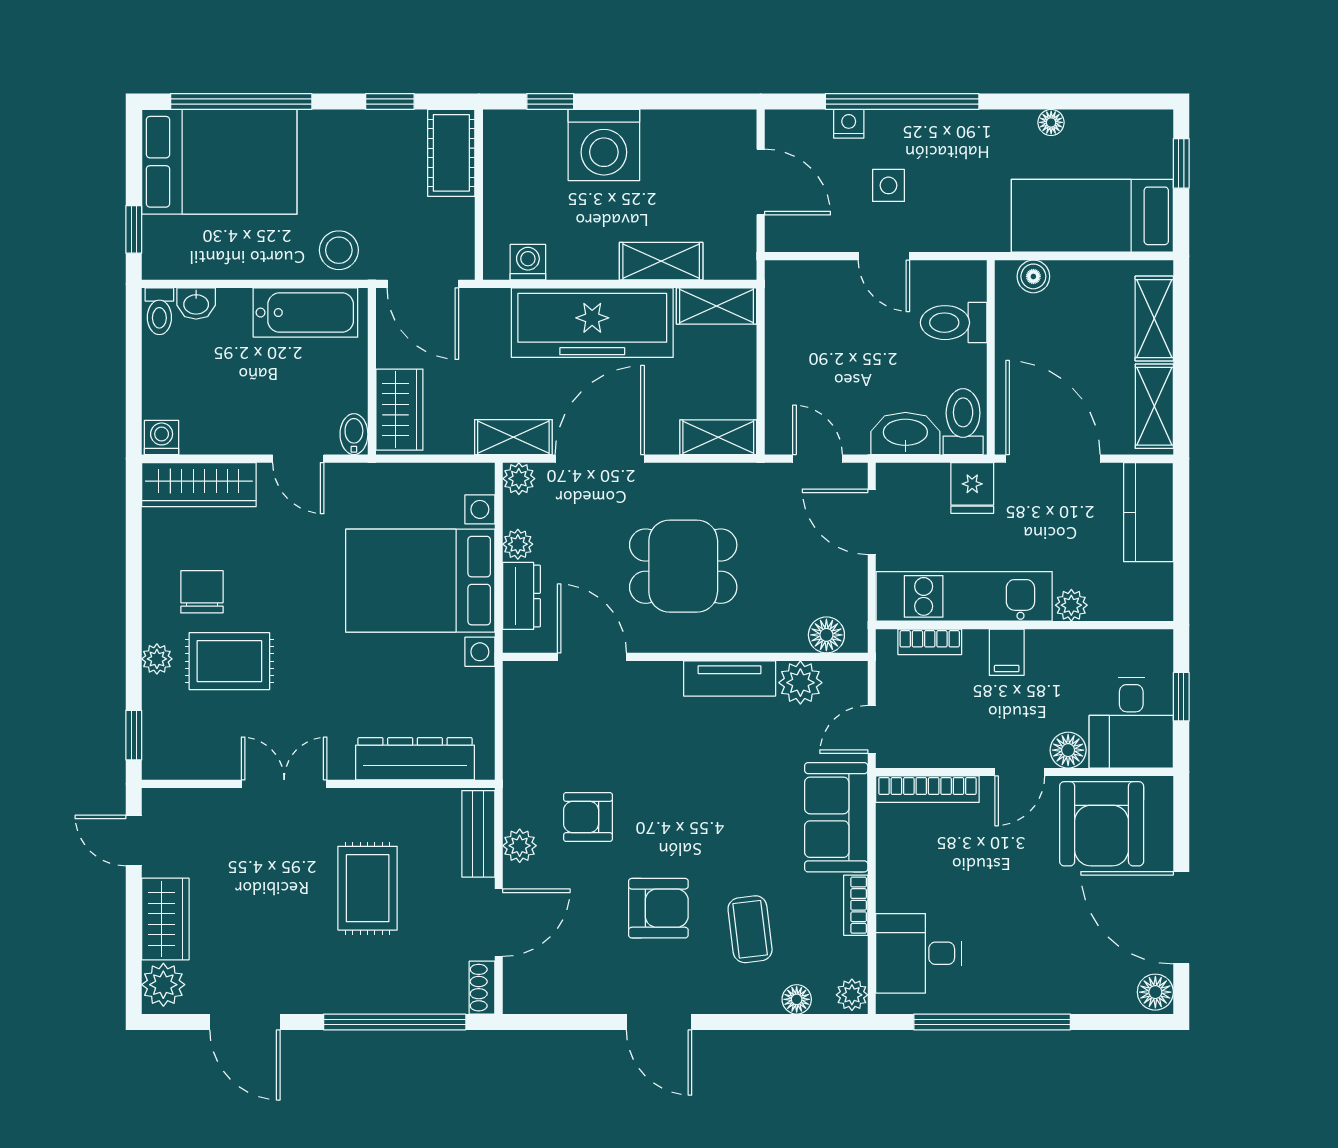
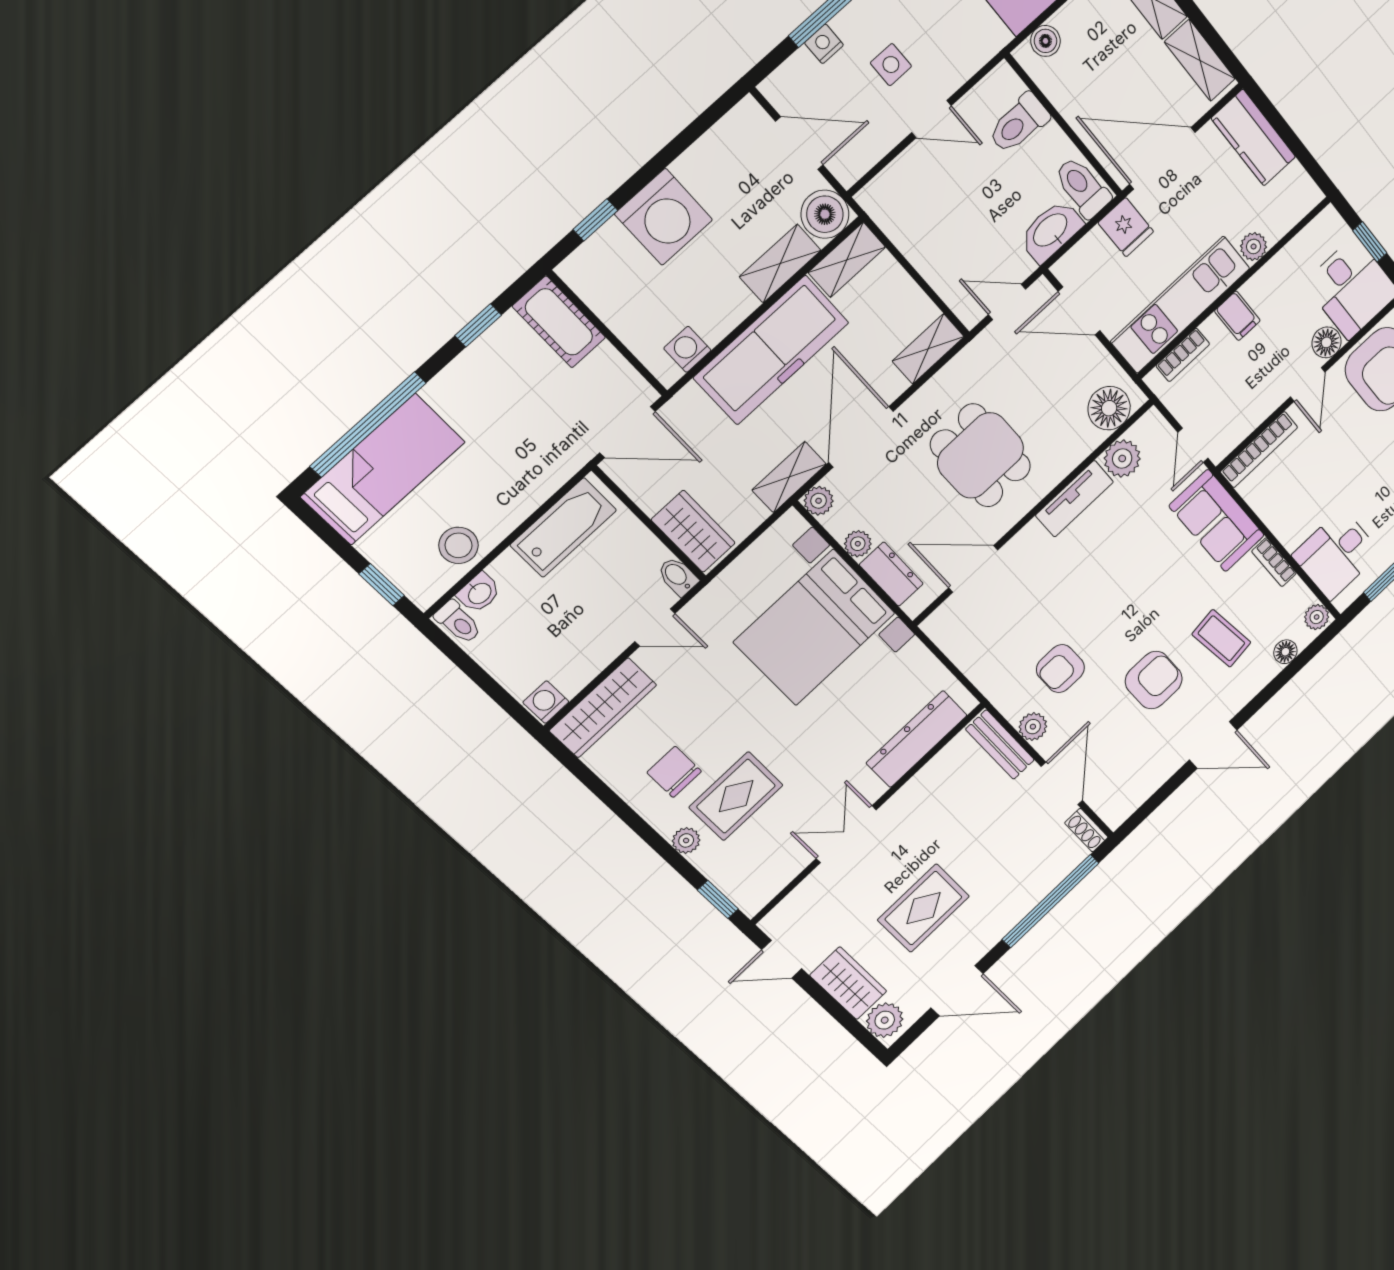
bed: (219, 162) -> (383, 469), width x0.67
stool: (339, 250) -> (459, 545), moved
boiler: (731, 255) -> (825, 214), added
dining table: (683, 566) -> (981, 455), turned 90
floor lamp: (826, 635) -> (1109, 408), width x1.38, depth x1.38
rug: (368, 888) -> (924, 908), moved, turned 90

